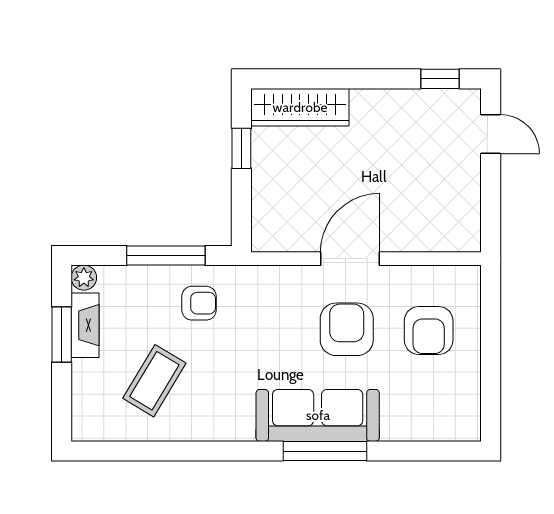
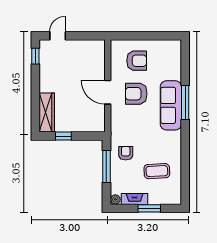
window: (62, 335) -> (149, 208), moved
coffee table: (154, 381) -> (157, 171), turned -34

